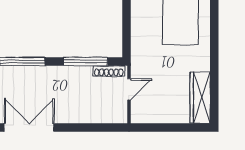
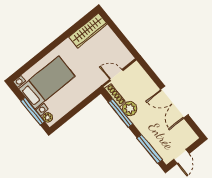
plant: (82, 75) -> (130, 109), added
double door: (29, 128) -> (174, 102), moved

